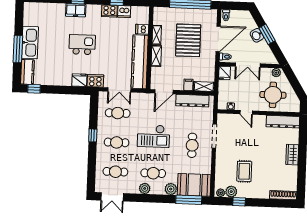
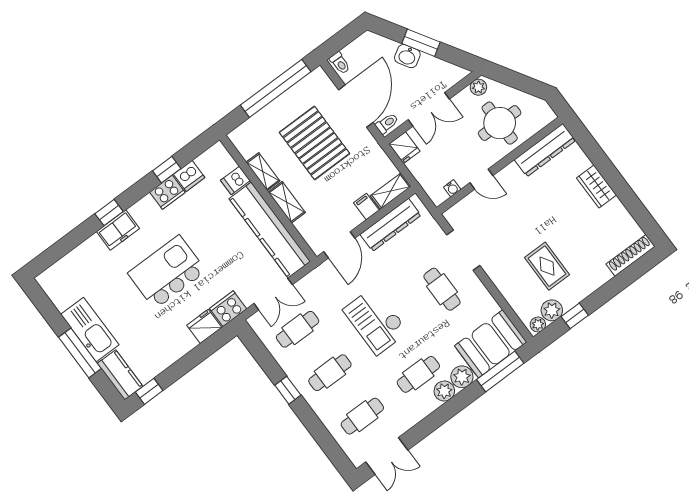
kitchen island: (82, 45) -> (167, 272), width x1.37, depth x1.28
checkout: (153, 136) -> (376, 321), turned 90
plant: (145, 188) -> (444, 391), moved

